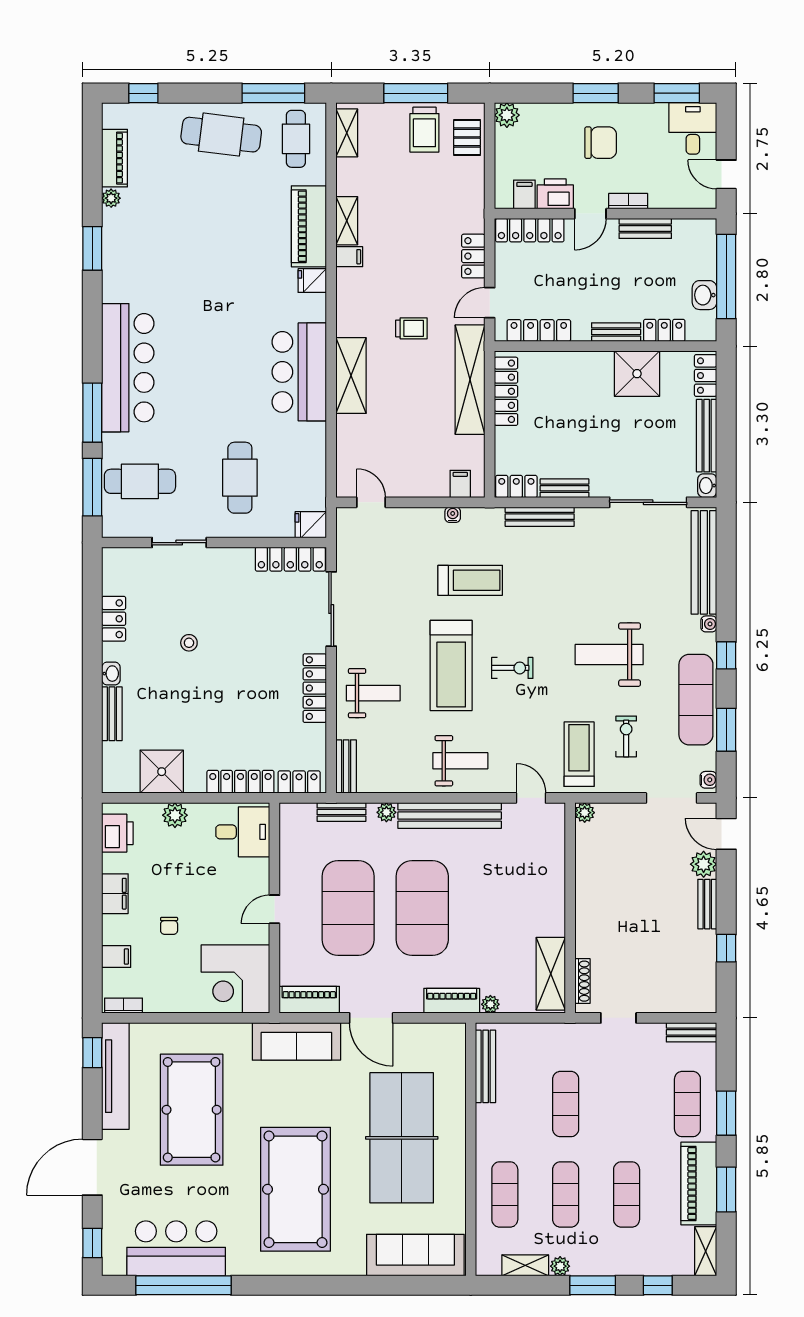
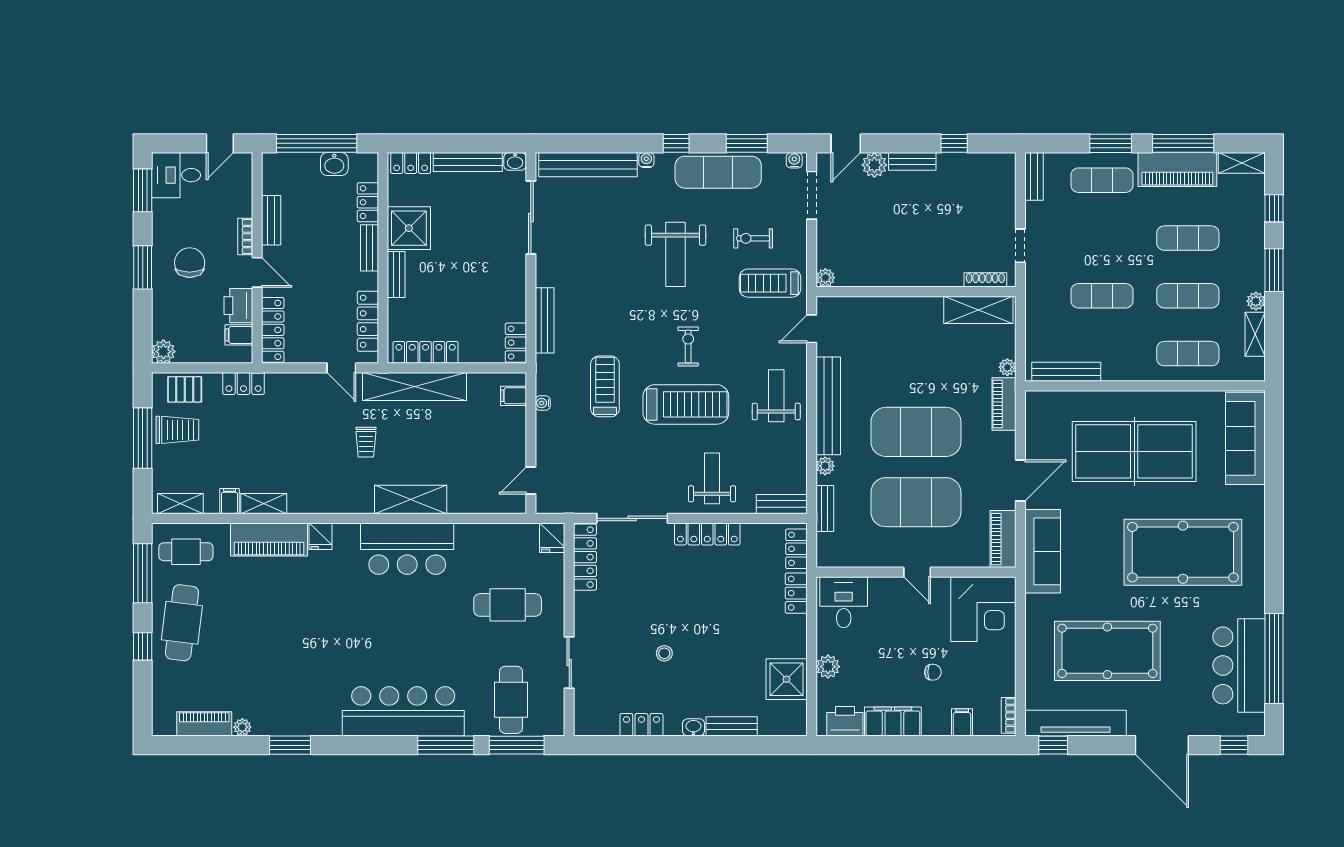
window: (143, 93) -> (143, 646), moved
locker: (473, 256) -> (244, 383), moved
filing cabinet: (349, 257) -> (229, 501), moved
trolley: (411, 328) -> (366, 442), turned 180
bench: (564, 488) -> (396, 275), moved
locker: (240, 782) -> (796, 593), width x0.66
filing cabinet: (115, 894) -> (893, 721), width x1.50, depth x1.17
window: (726, 1190) -> (1183, 143), width x1.44

